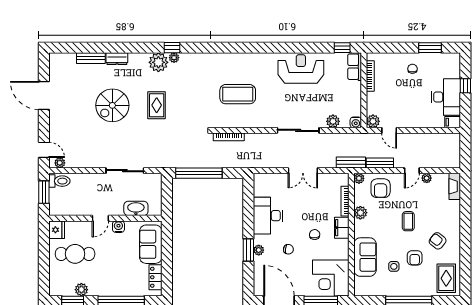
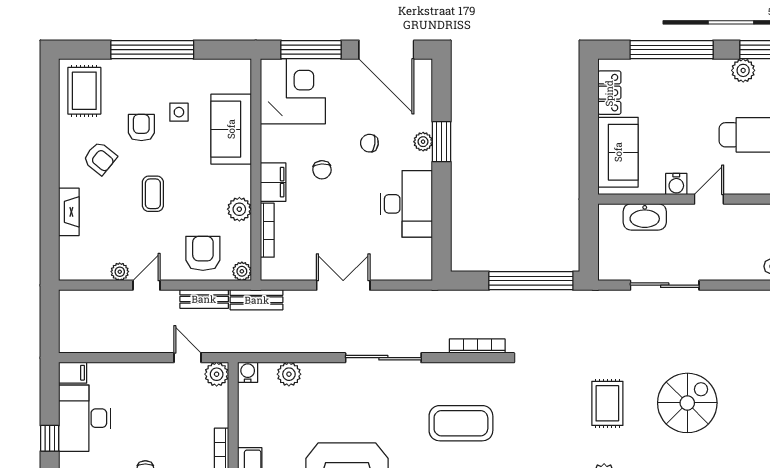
sliding door: (298, 130) -> (383, 358), moved
fireplace: (455, 186) -> (69, 212), moved

